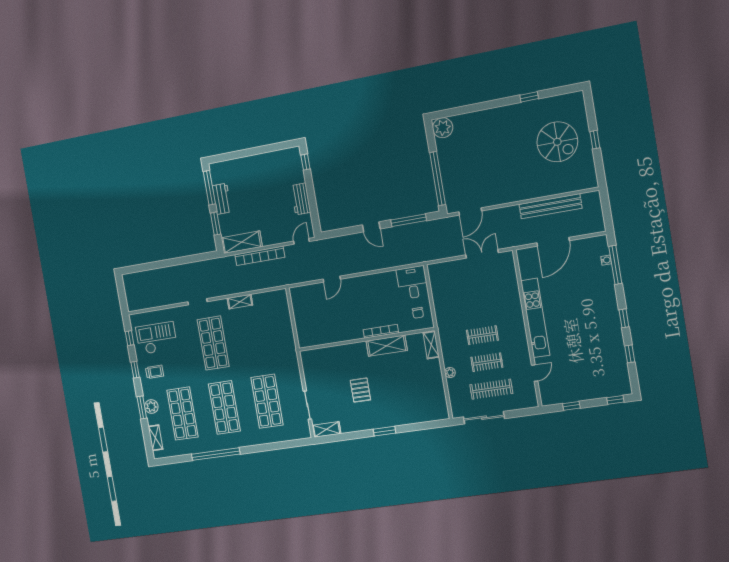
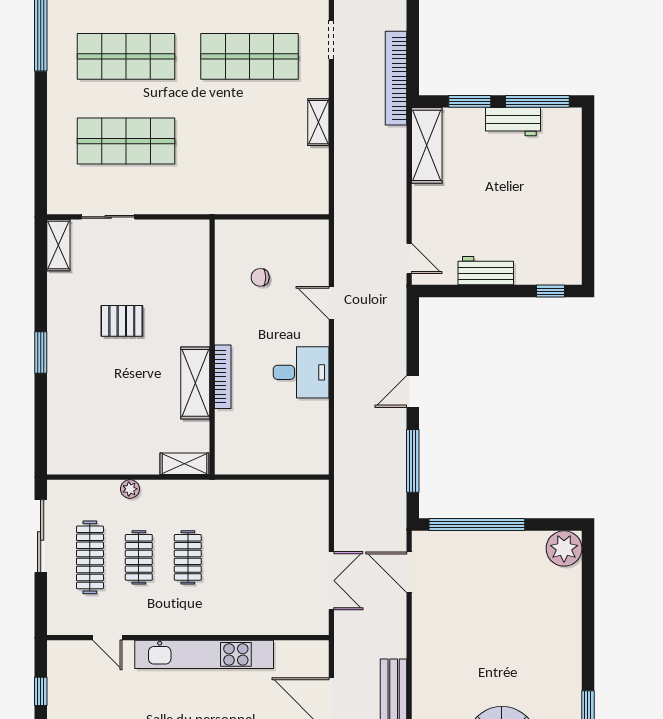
bookcase: (260, 256) -> (396, 78), moved
desk: (412, 283) -> (301, 372), moved
chair: (418, 313) -> (260, 277), moved

